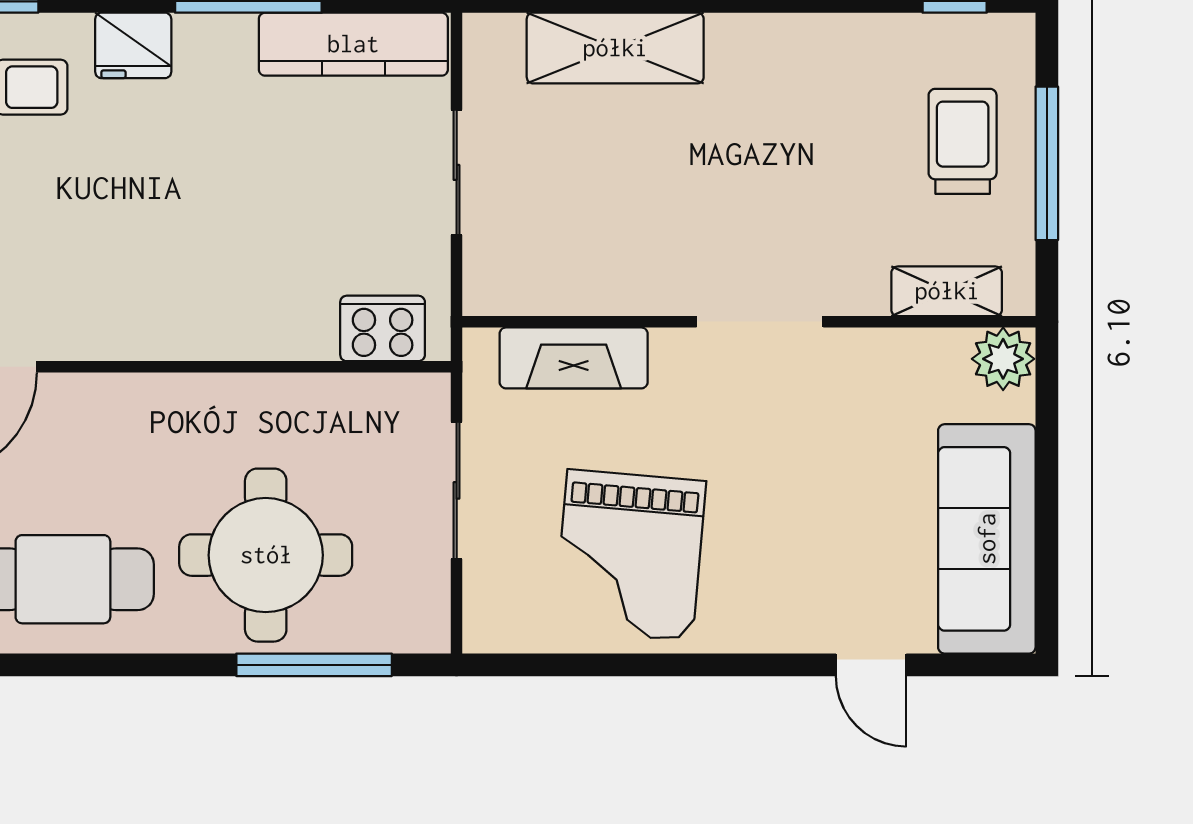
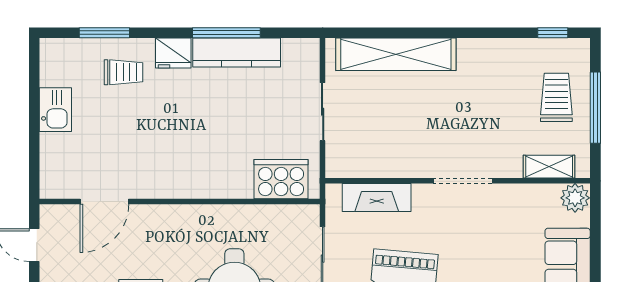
kitchen counter: (353, 44) -> (237, 52), moved
shelving: (615, 48) -> (396, 54), width x1.47
cooker: (383, 328) -> (281, 179), width x1.37, depth x1.31

